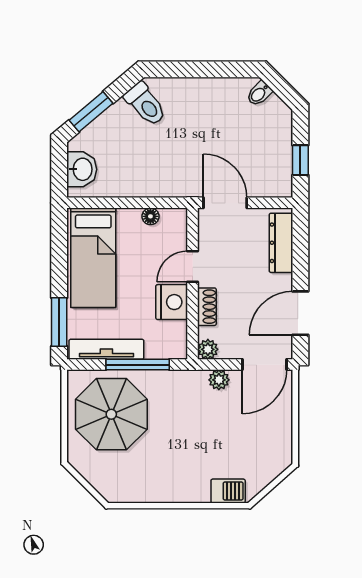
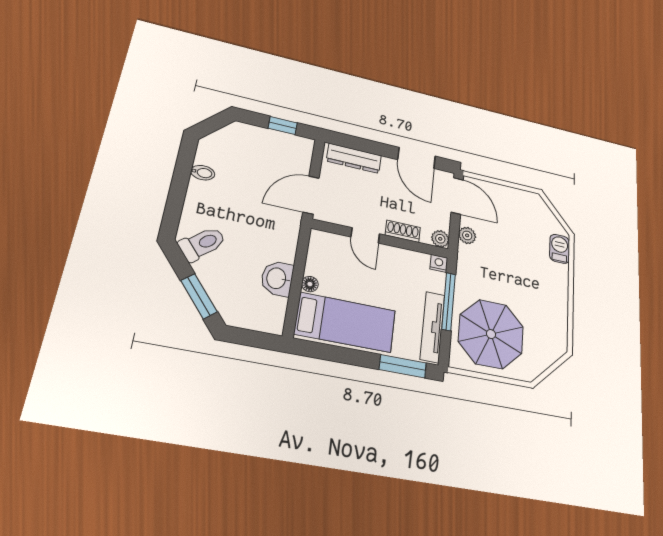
bidet: (259, 94) -> (203, 173), moved, turned -45
washbasin: (82, 169) -> (277, 278), moved, turned -90
floor lamp: (150, 216) -> (310, 284), moved
nightstand: (172, 302) -> (439, 263), moved, width x0.53, depth x0.56

